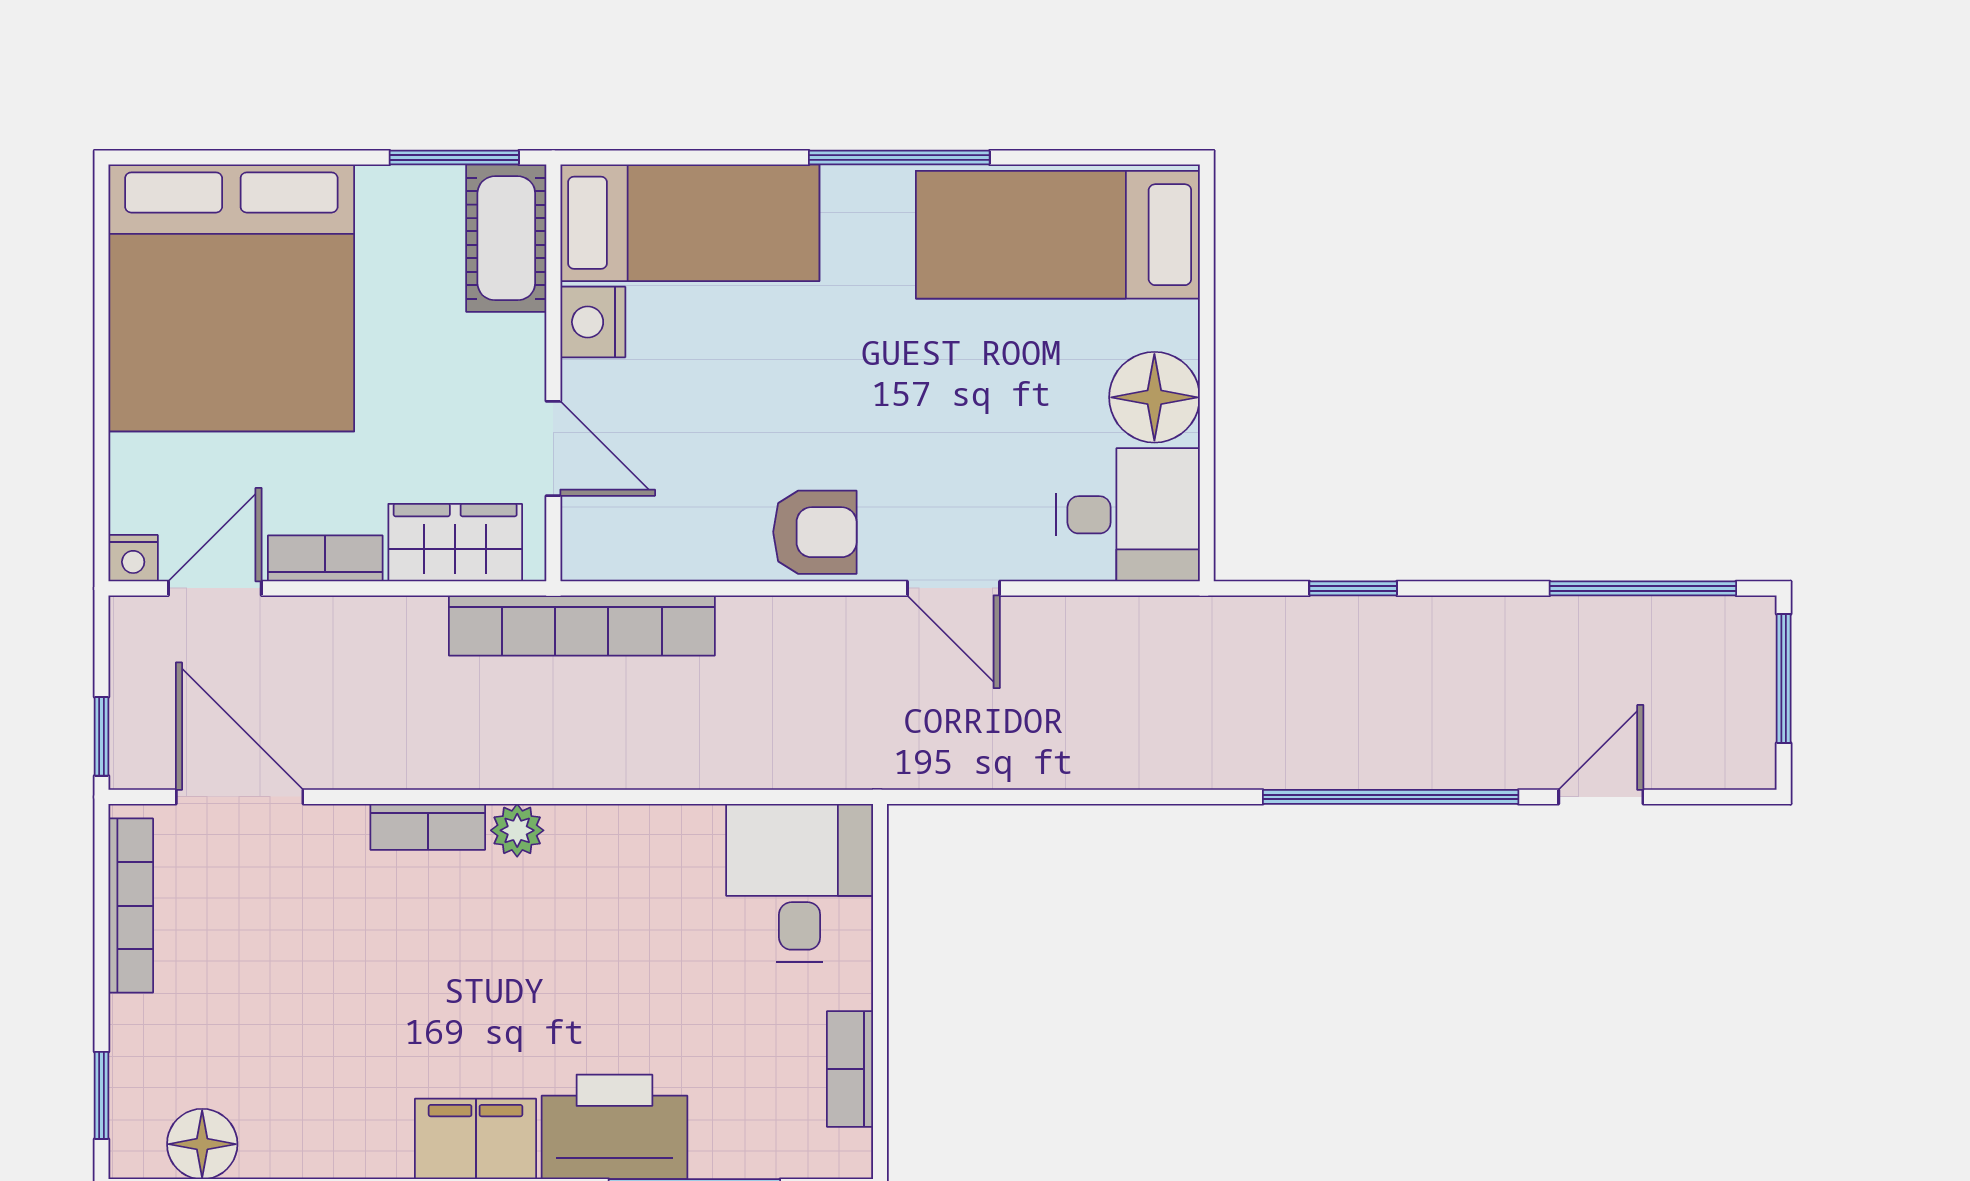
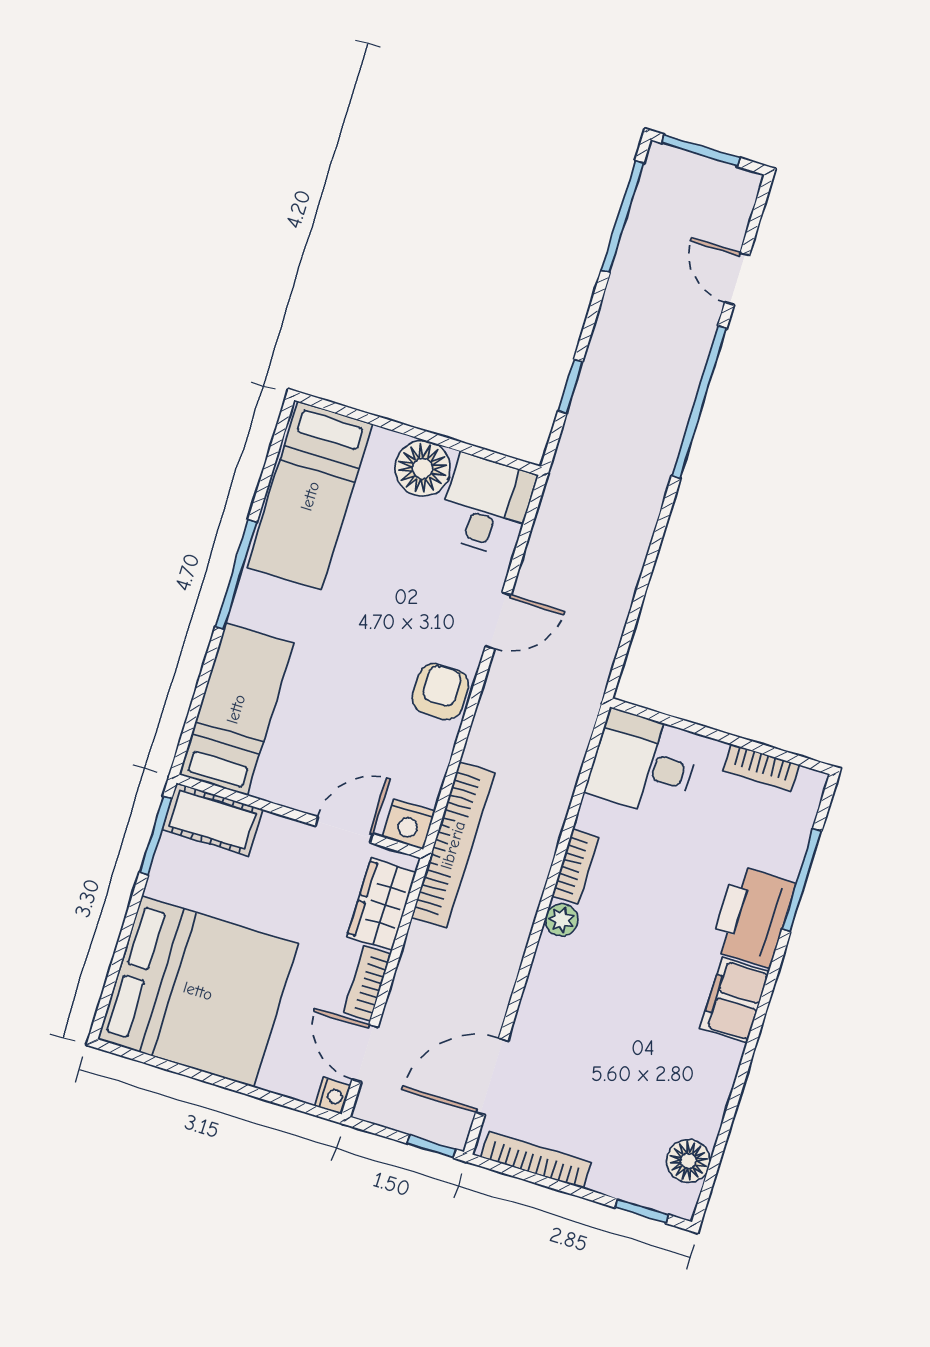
nightstand: (593, 322) -> (408, 824), moved
bookcase: (428, 827) -> (575, 867), moved

